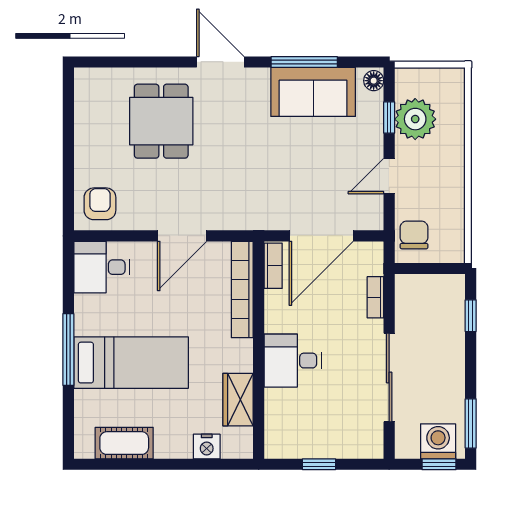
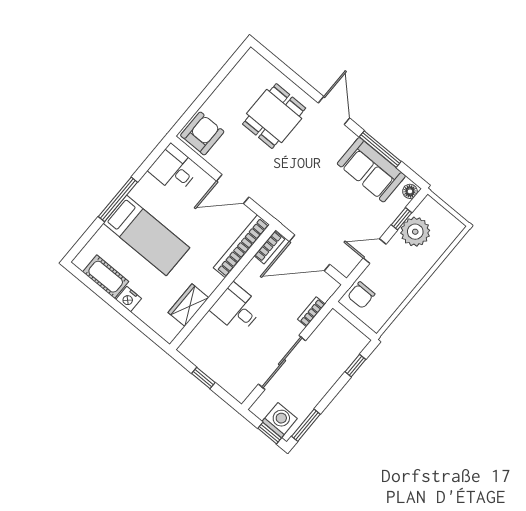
armchair: (100, 204) -> (202, 134), width x1.38, depth x1.38
chair: (414, 235) -> (361, 295), turned 180
nightstand: (207, 447) -> (129, 299), moved

